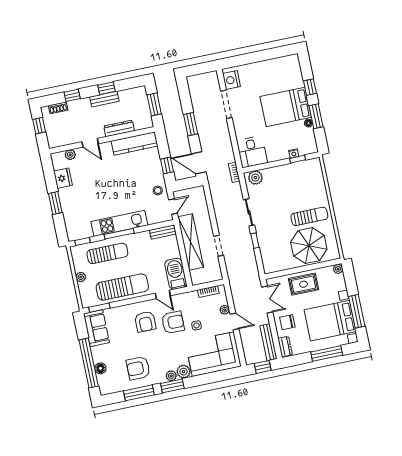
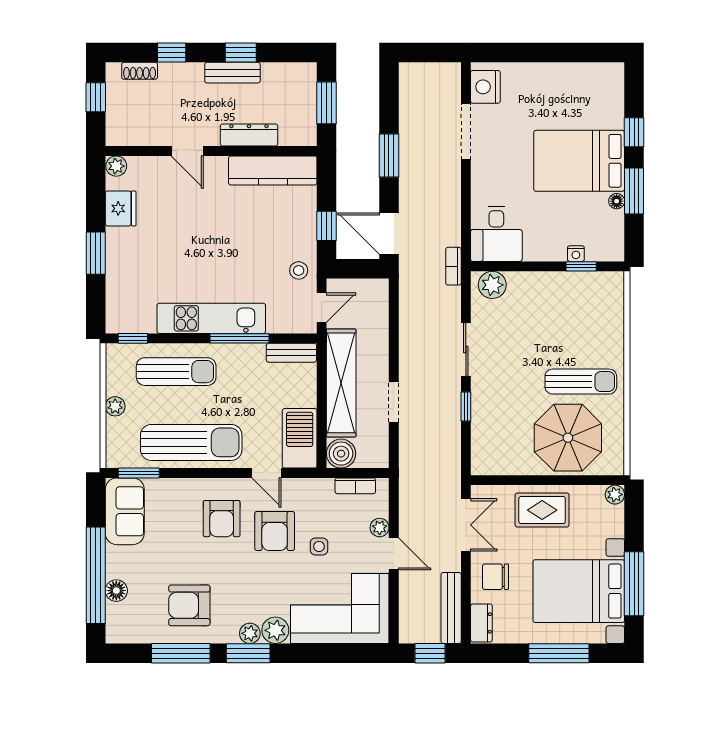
plant: (70, 155) -> (116, 166), moved
window: (119, 234) -> (240, 338), moved
boiler: (198, 277) -> (341, 454), added
armchair: (173, 322) -> (275, 531), turned 90

